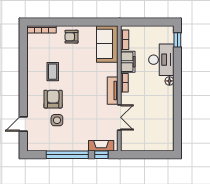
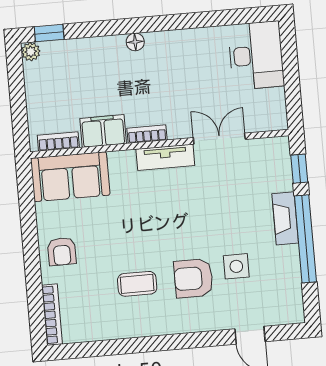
plant: (169, 30) -> (31, 52), added
desk: (161, 60) -> (256, 55), moved, turned 90
fireplace: (101, 146) -> (285, 218), moved

